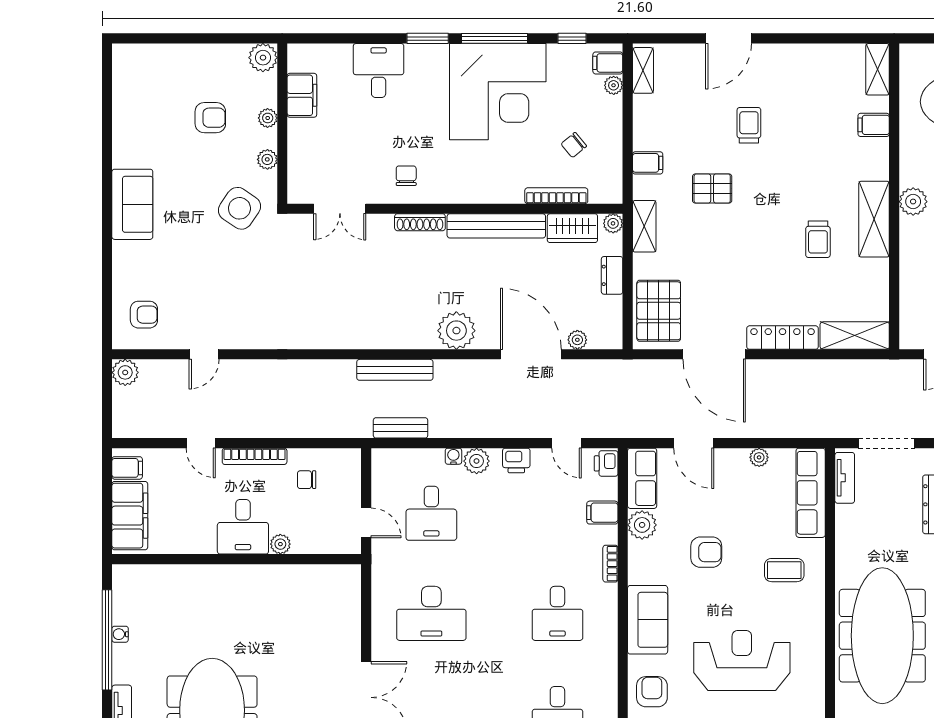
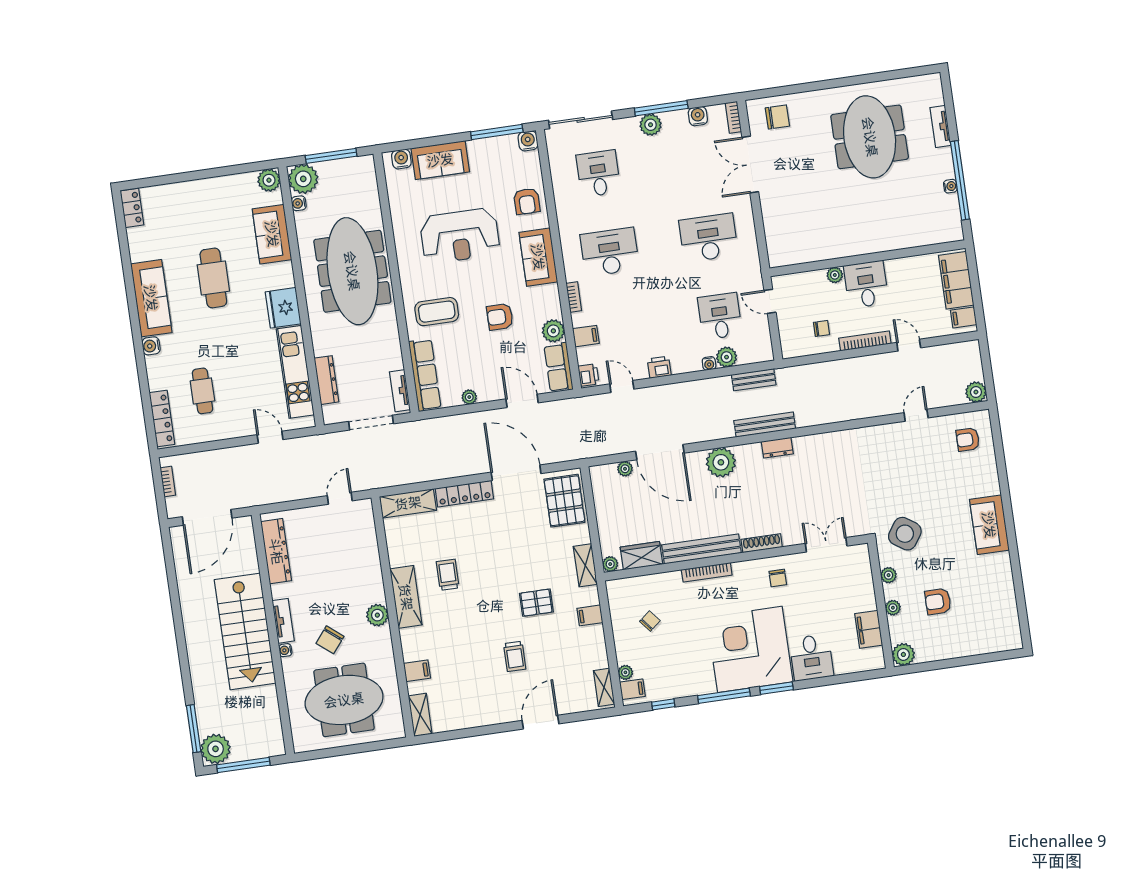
corner desk: (498, 92) -> (750, 649), moved
bookcase: (556, 196) -> (707, 572), moved
dresser: (612, 275) -> (777, 448), moved, turned 90
plant: (477, 461) -> (727, 357), moved
coffee table: (784, 570) -> (437, 312), width x1.36, depth x1.30
desk: (557, 613) -> (610, 252), width x1.37

